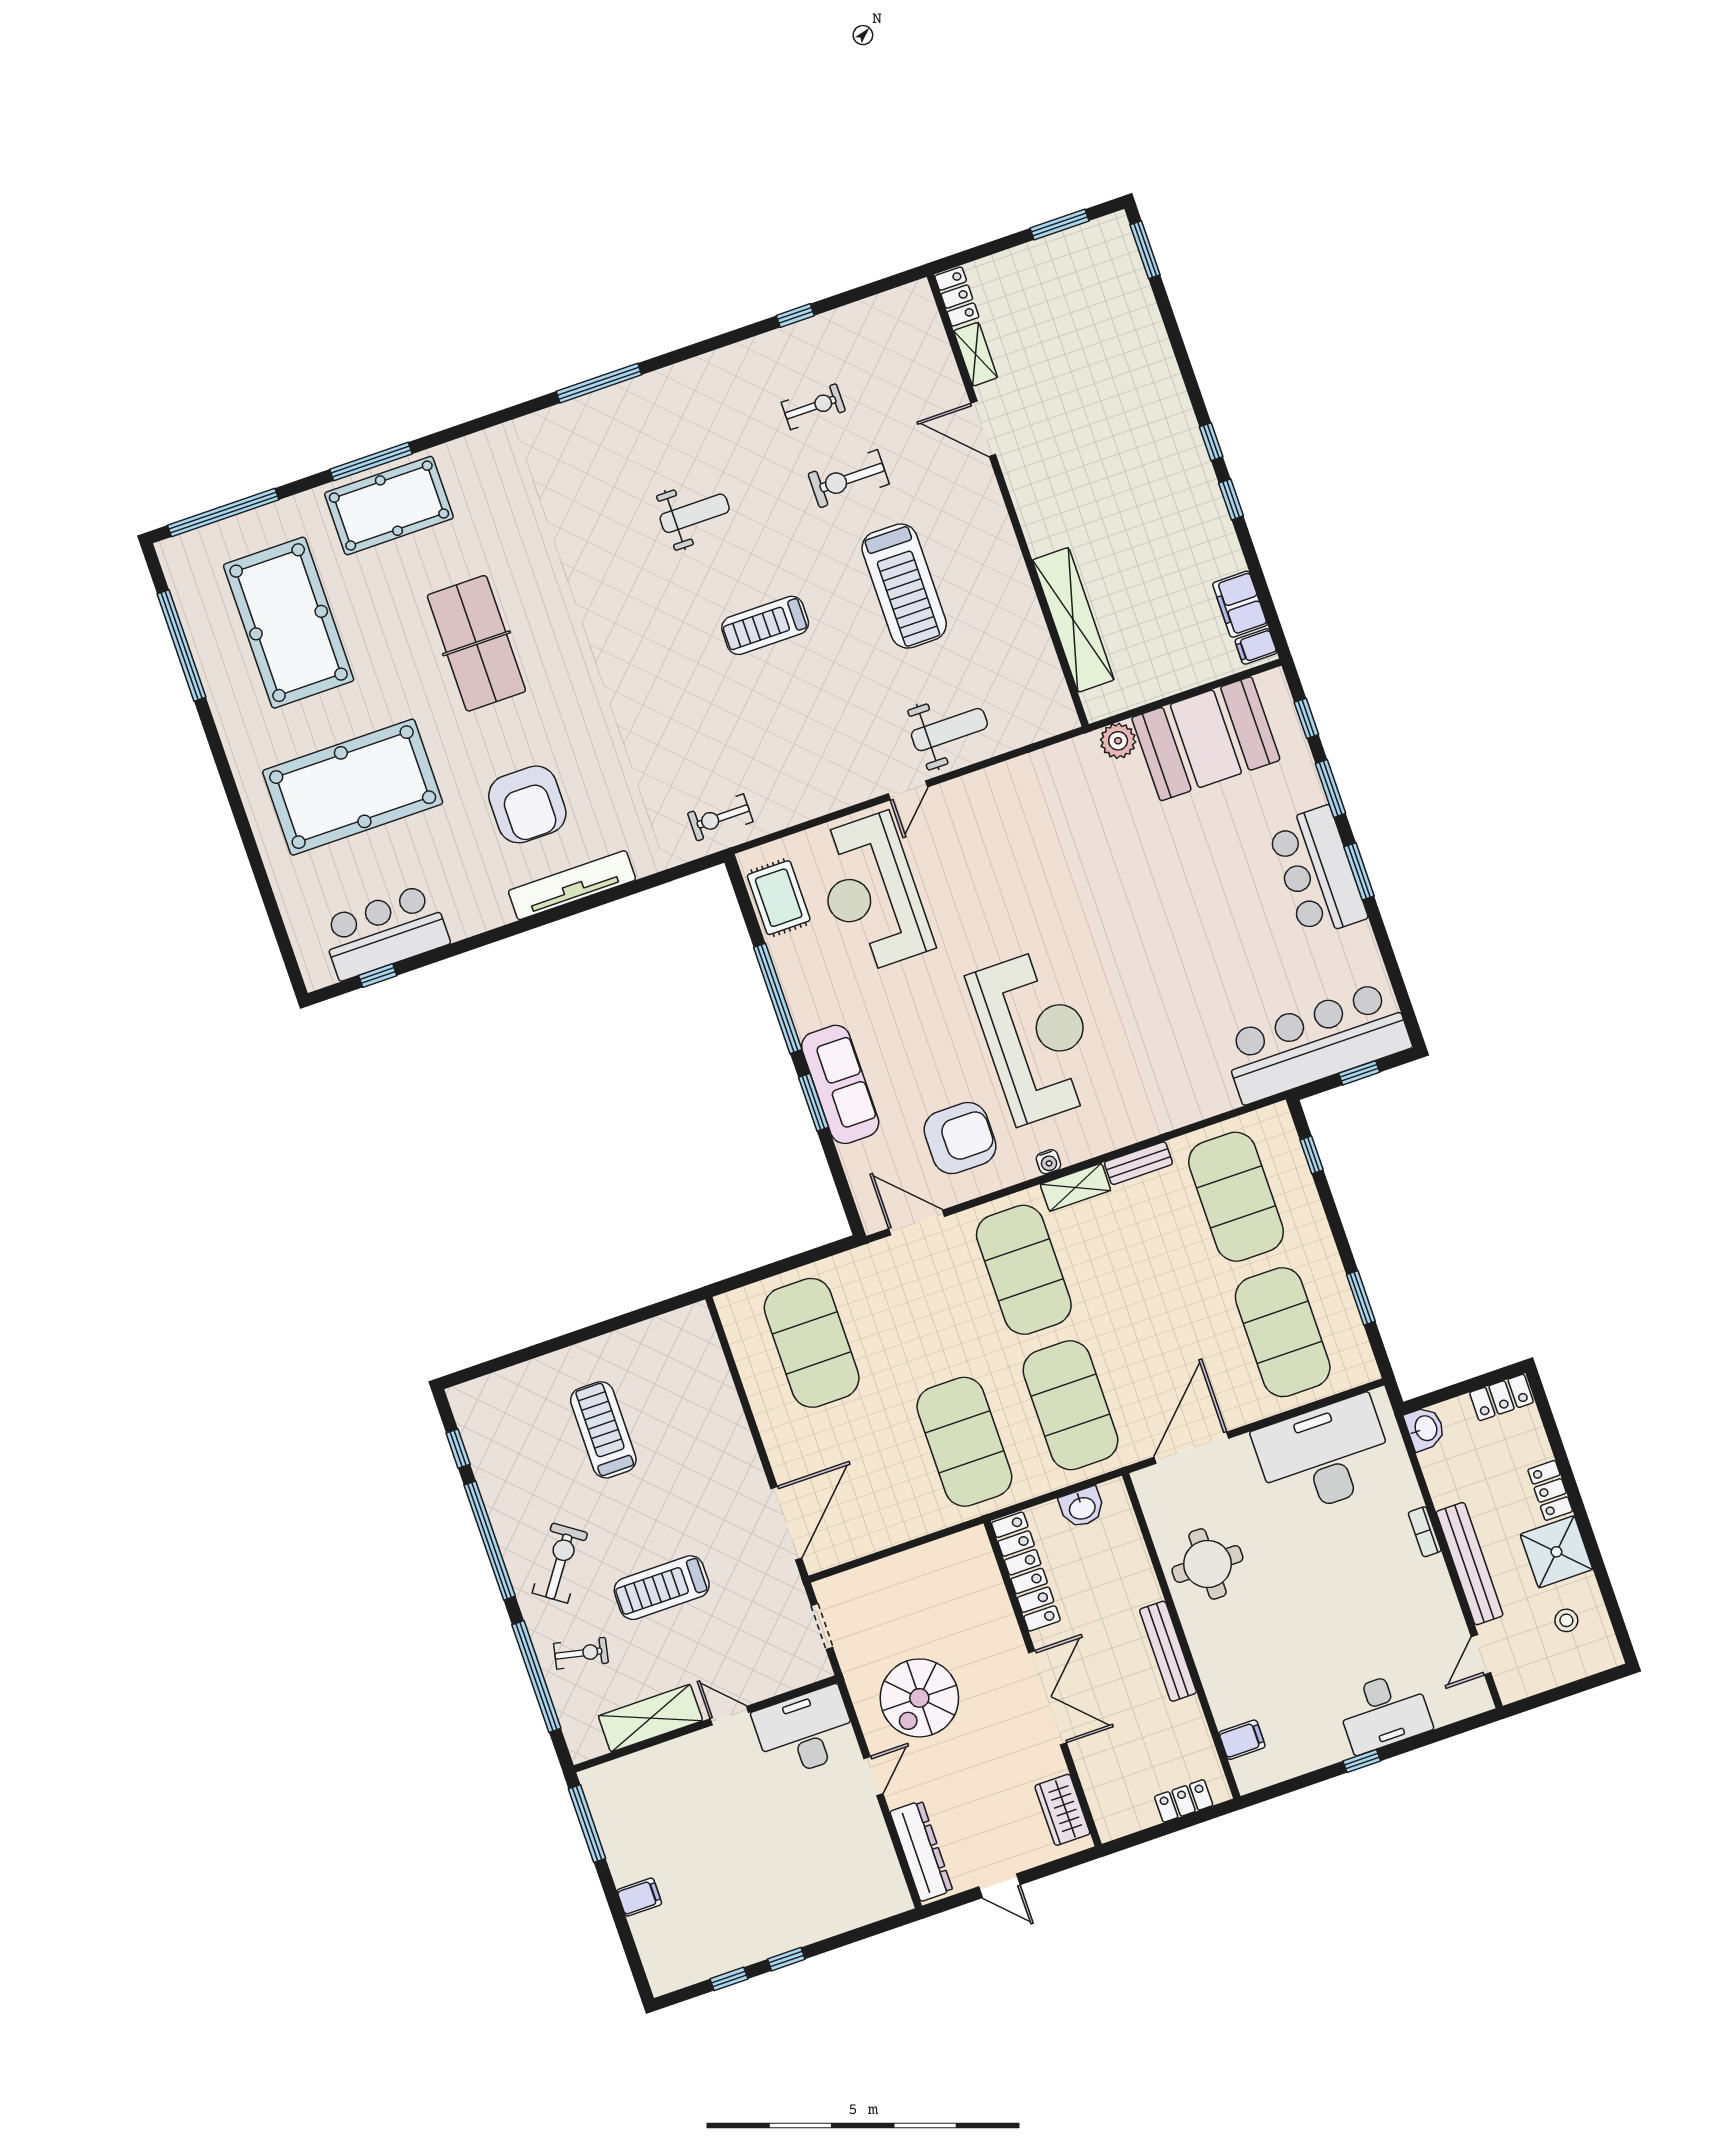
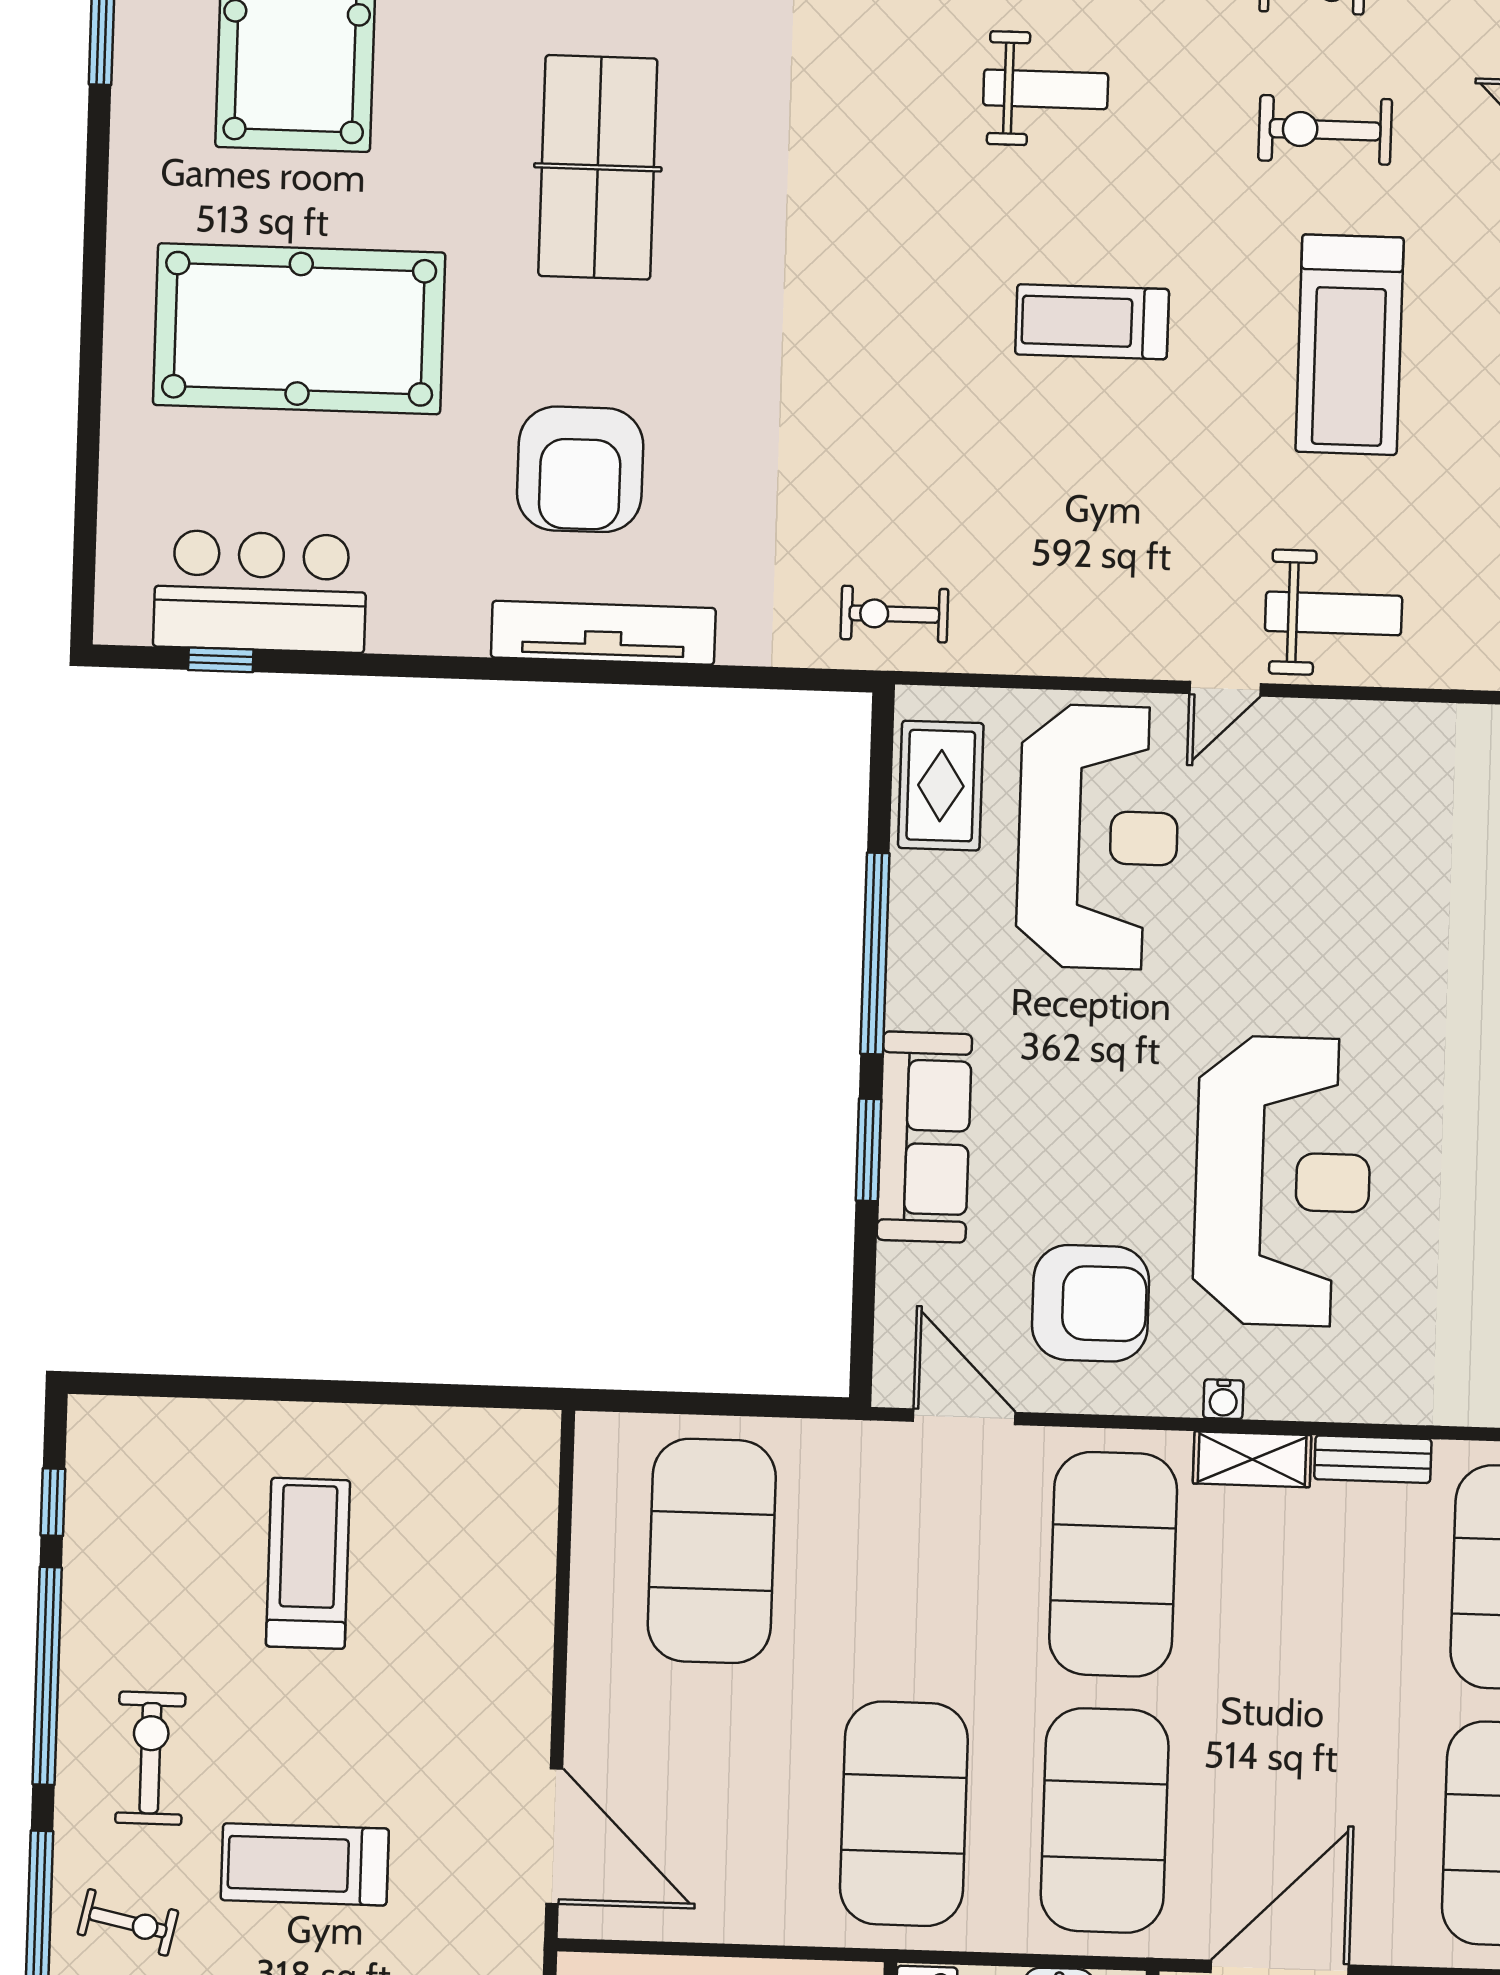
reception desk: (871, 893) -> (1098, 837), turned 180
door: (786, 1523) -> (554, 1836), hinge flipped
exercise bike: (560, 1563) -> (150, 1758), turned -35

